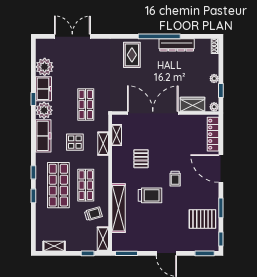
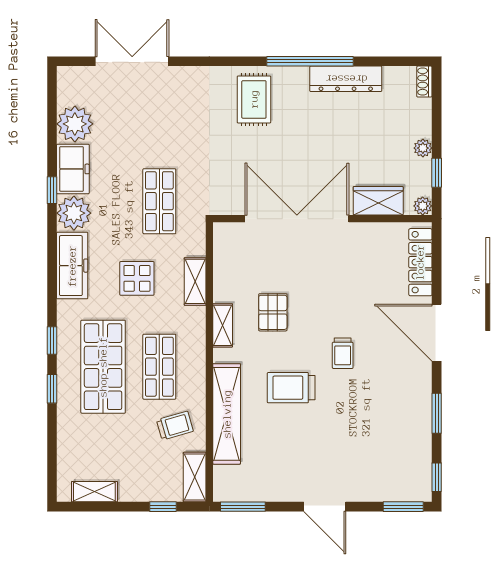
shelving: (117, 135) -> (223, 325), moved
trolley: (150, 195) -> (291, 388), turned 180
pallet: (202, 219) -> (399, 436), removed

